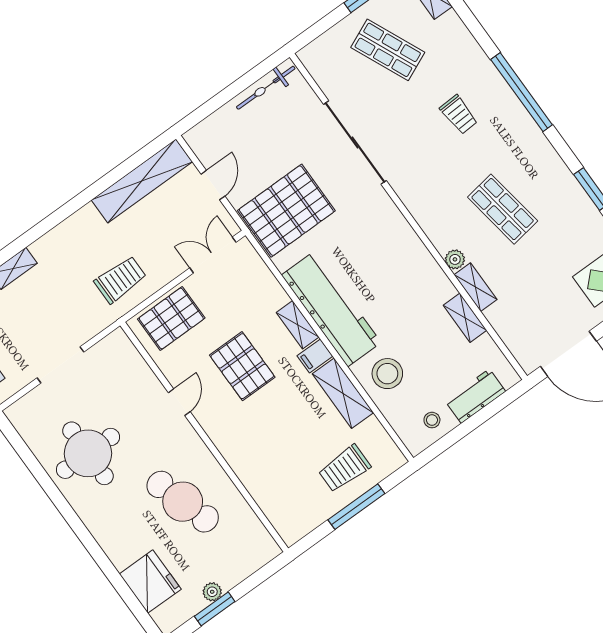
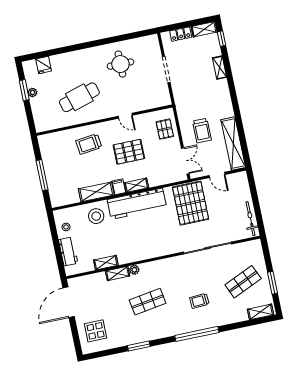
trolley: (120, 280) -> (202, 131), moved
pallet: (171, 319) -> (165, 129), width x0.67, depth x0.71
round table: (88, 453) -> (120, 64), width x0.73, depth x0.73
trolley: (345, 468) -> (89, 144), moved, turned -97
fridge: (150, 582) -> (44, 65), width x0.53, depth x0.75

